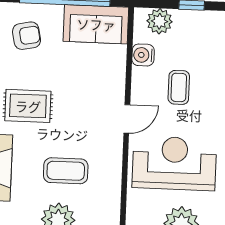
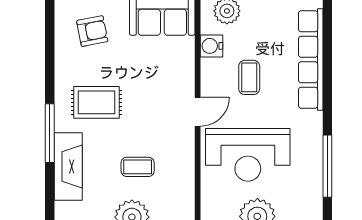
reception desk: (174, 163) -> (248, 155), turned 180
coffee table: (66, 171) -> (138, 167), width x0.73, depth x0.77

